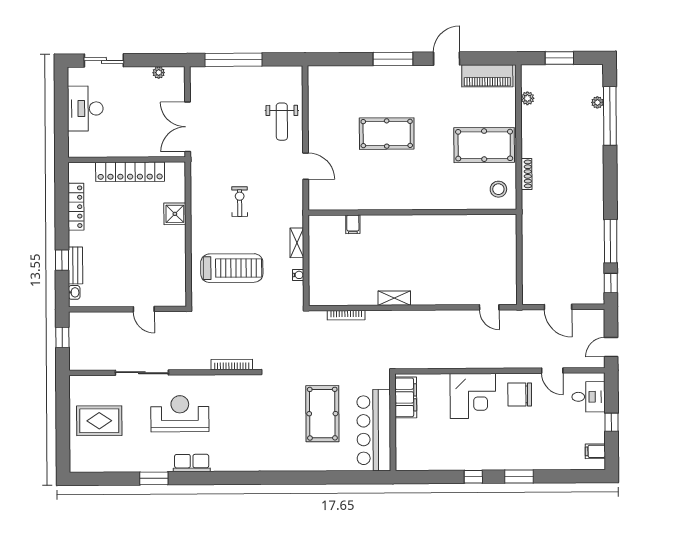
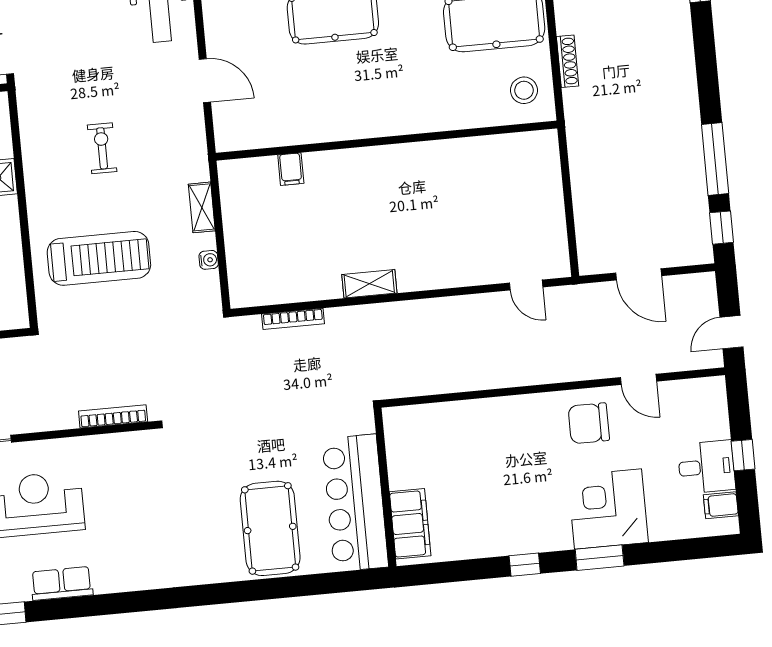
corner desk: (473, 396) -> (608, 509), moved, turned 180
filing cabinet: (406, 397) -> (410, 524), moved
desk: (588, 397) -> (706, 467), moved
pool table: (322, 414) -> (270, 528), moved

